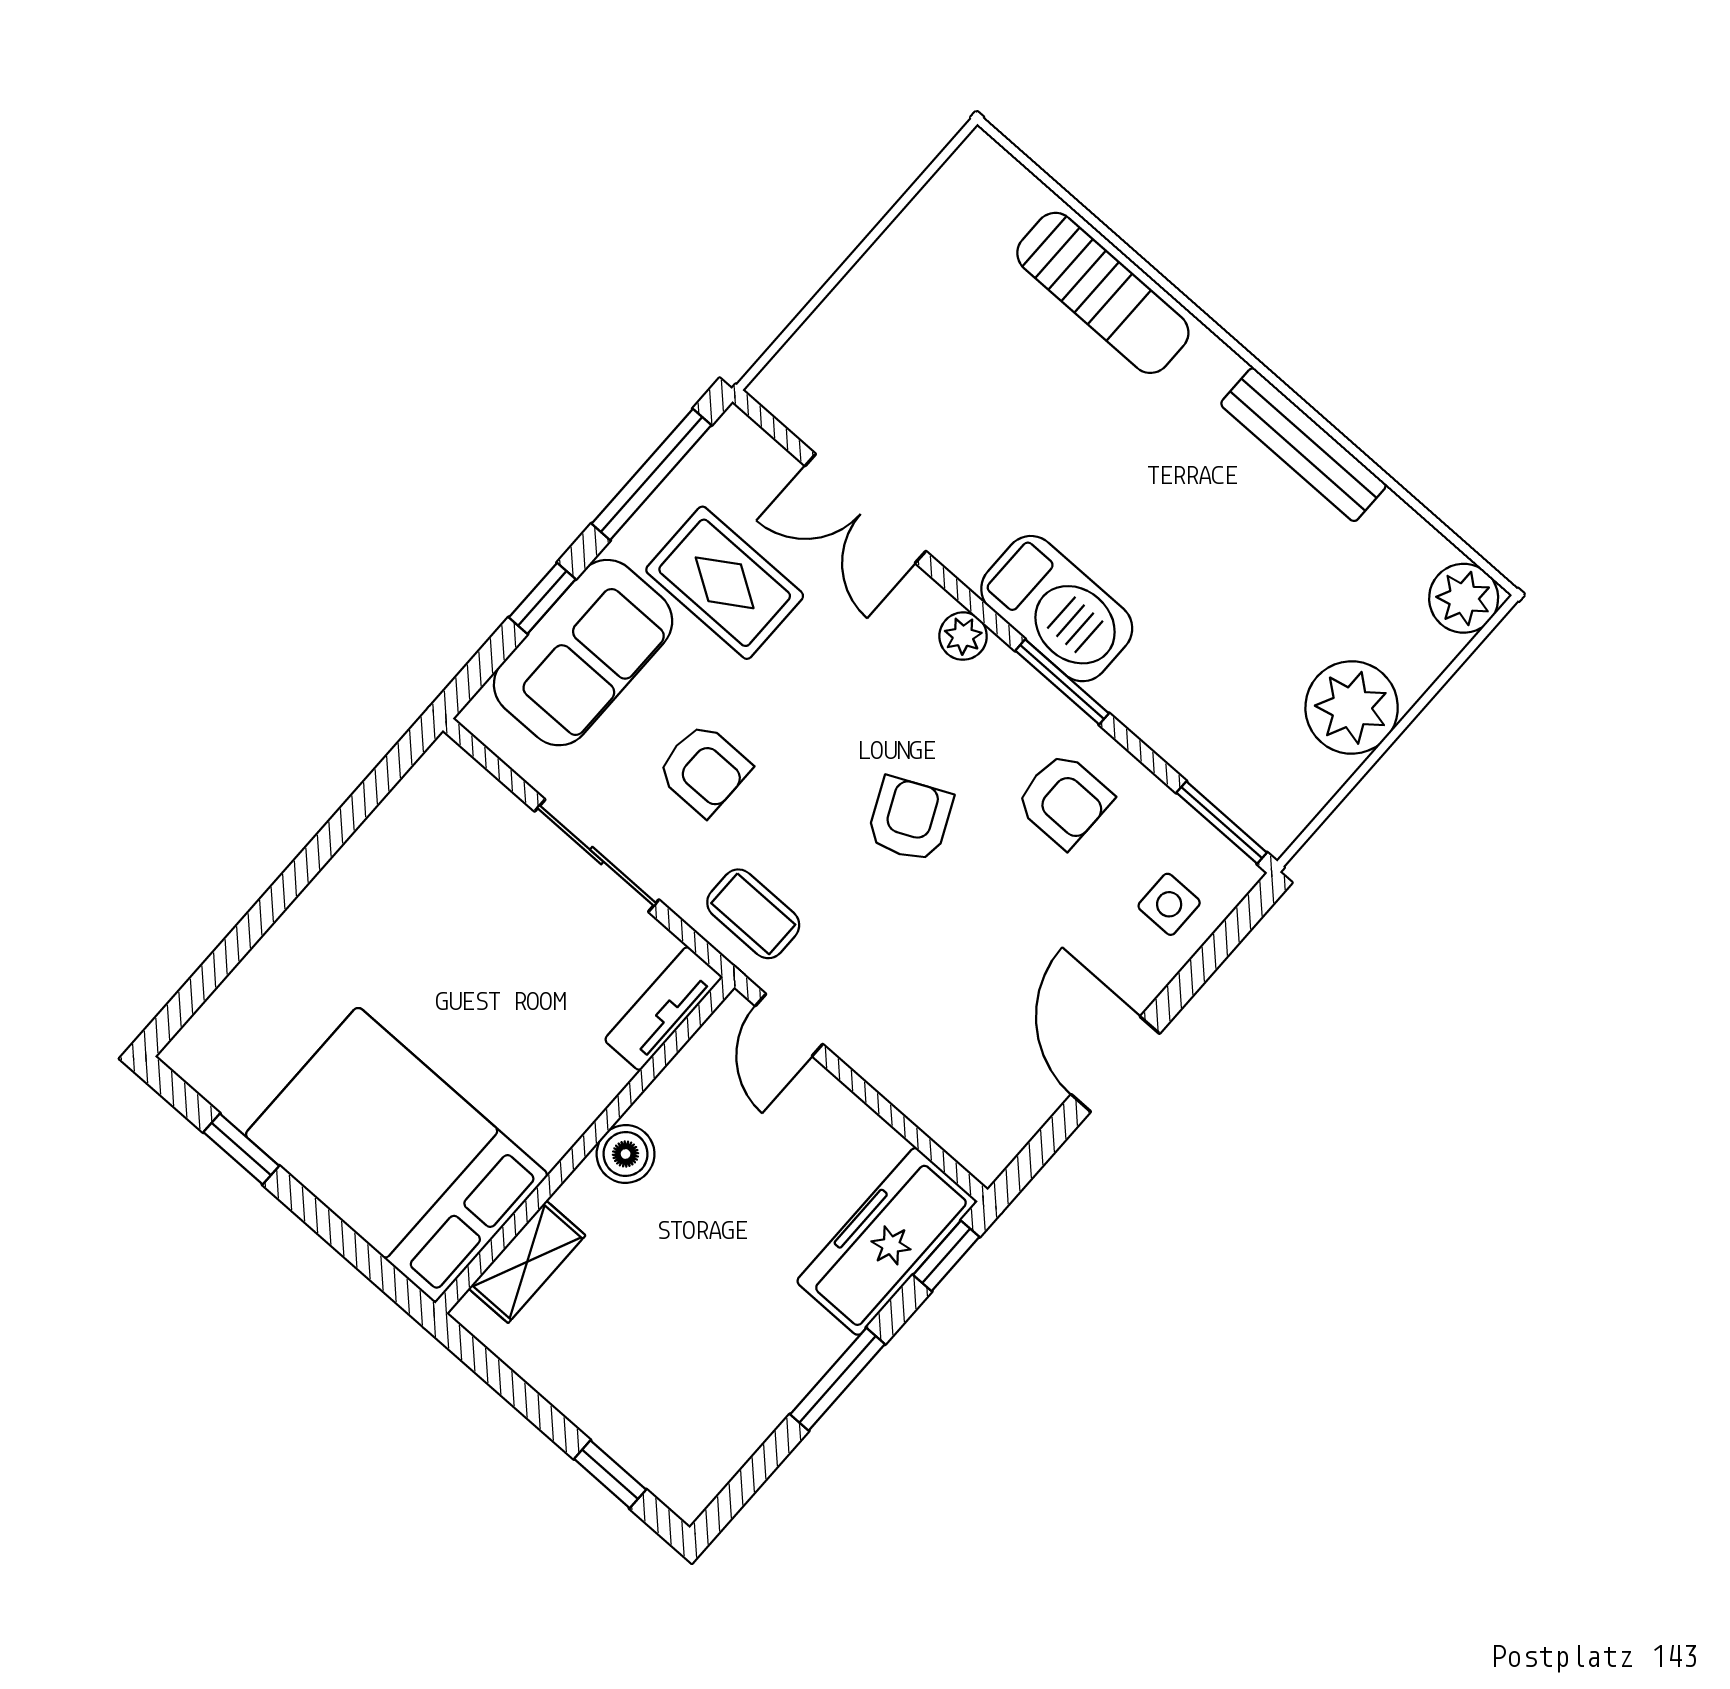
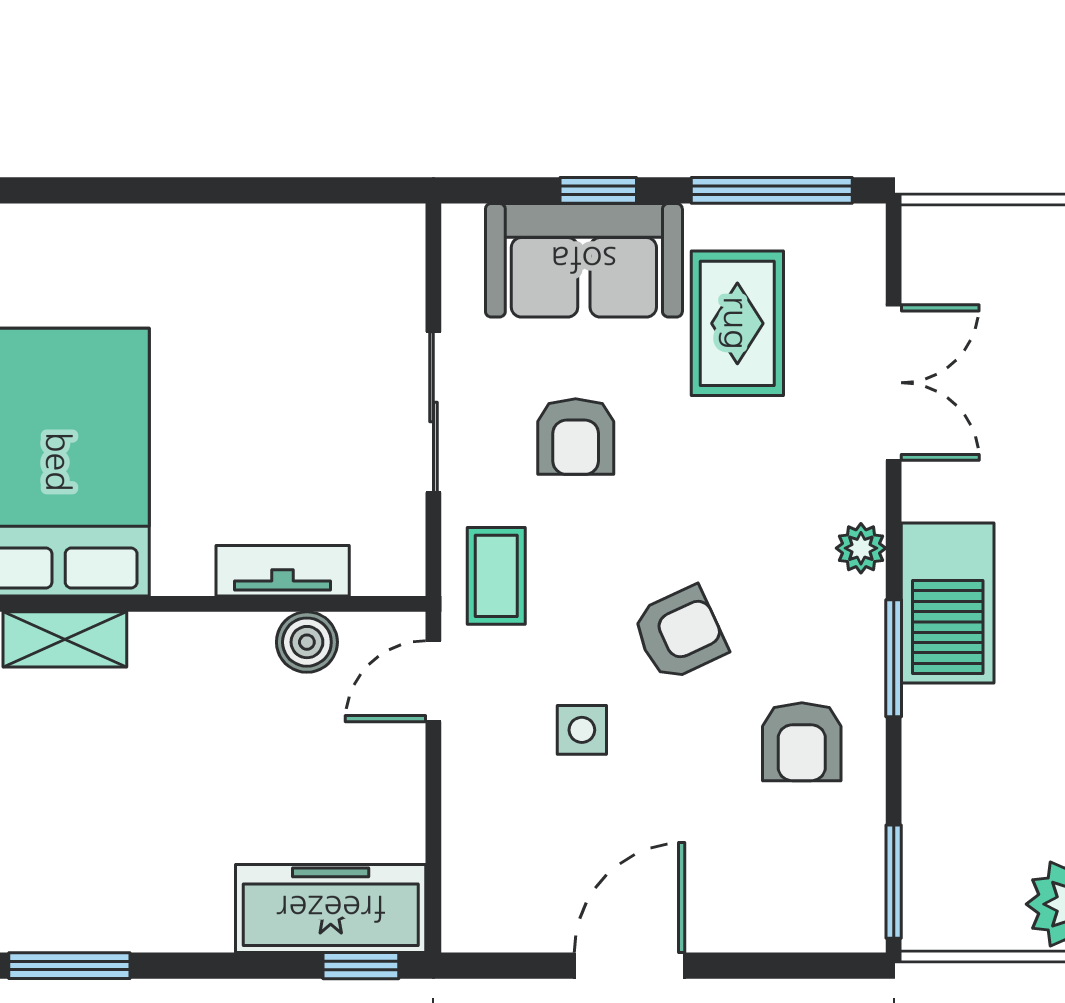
double door: (865, 508) -> (894, 383), swing flipped
side table: (1169, 904) -> (582, 730), moved
tv unit: (663, 1008) -> (283, 571), moved
boiler: (626, 1154) -> (307, 642), moved
window: (837, 1379) -> (69, 966), moved

